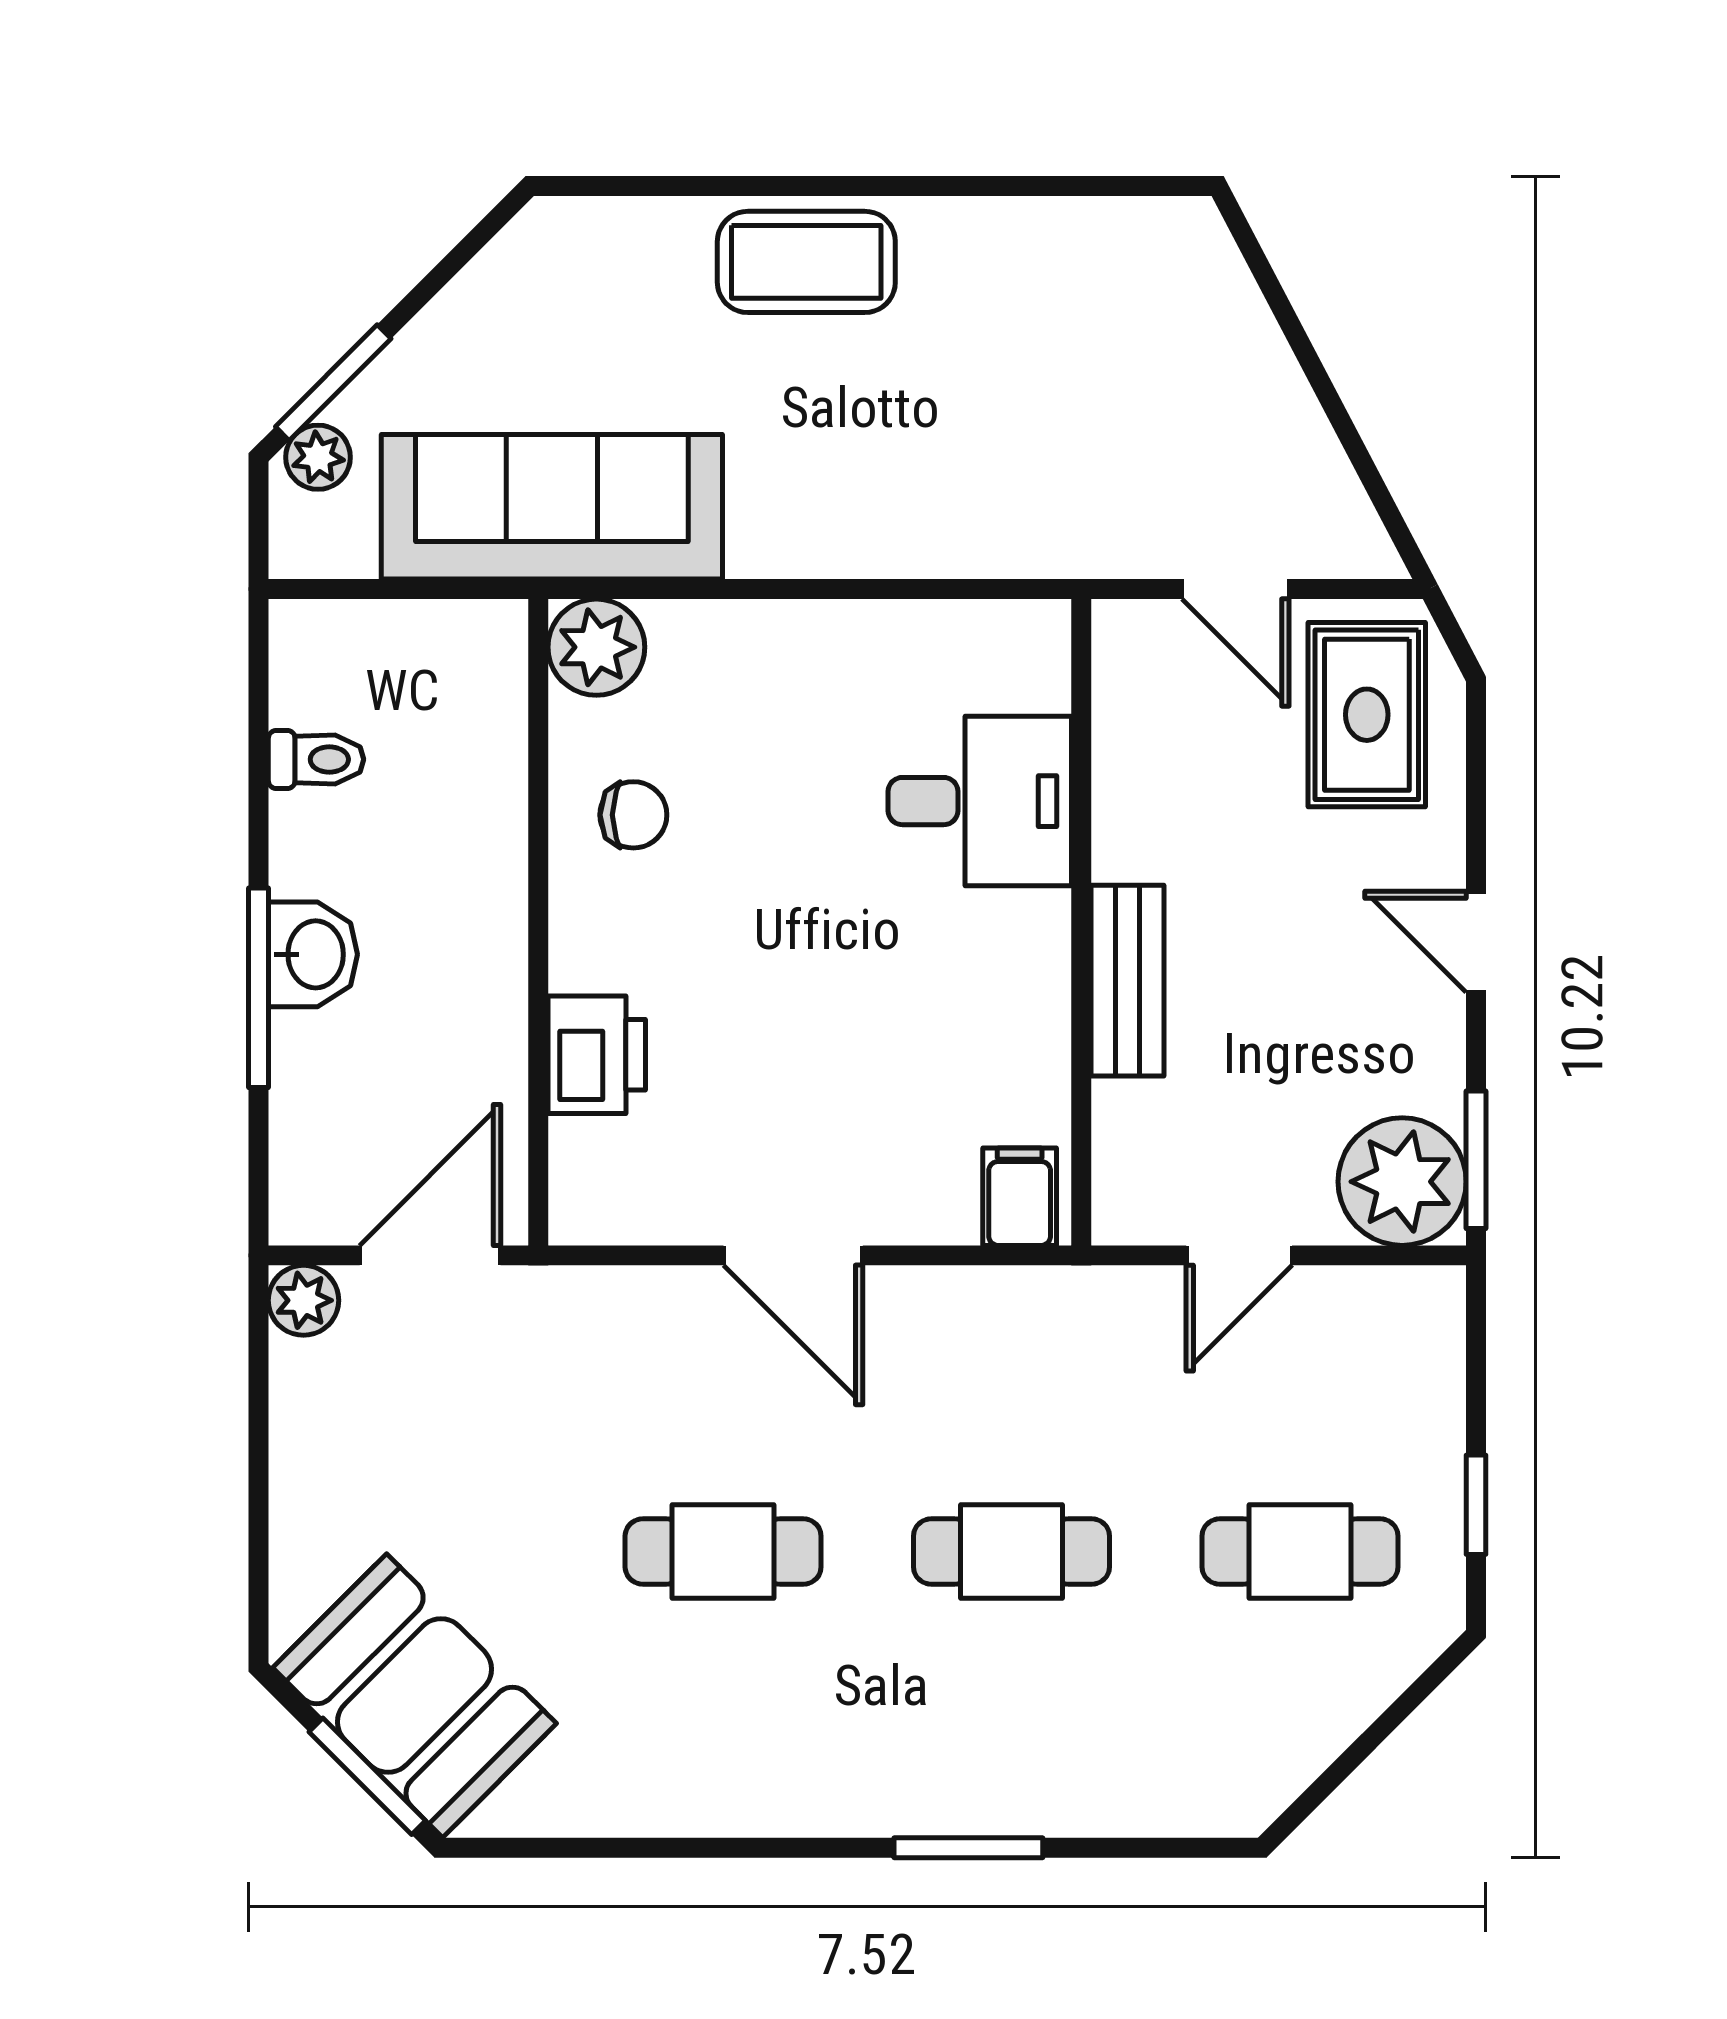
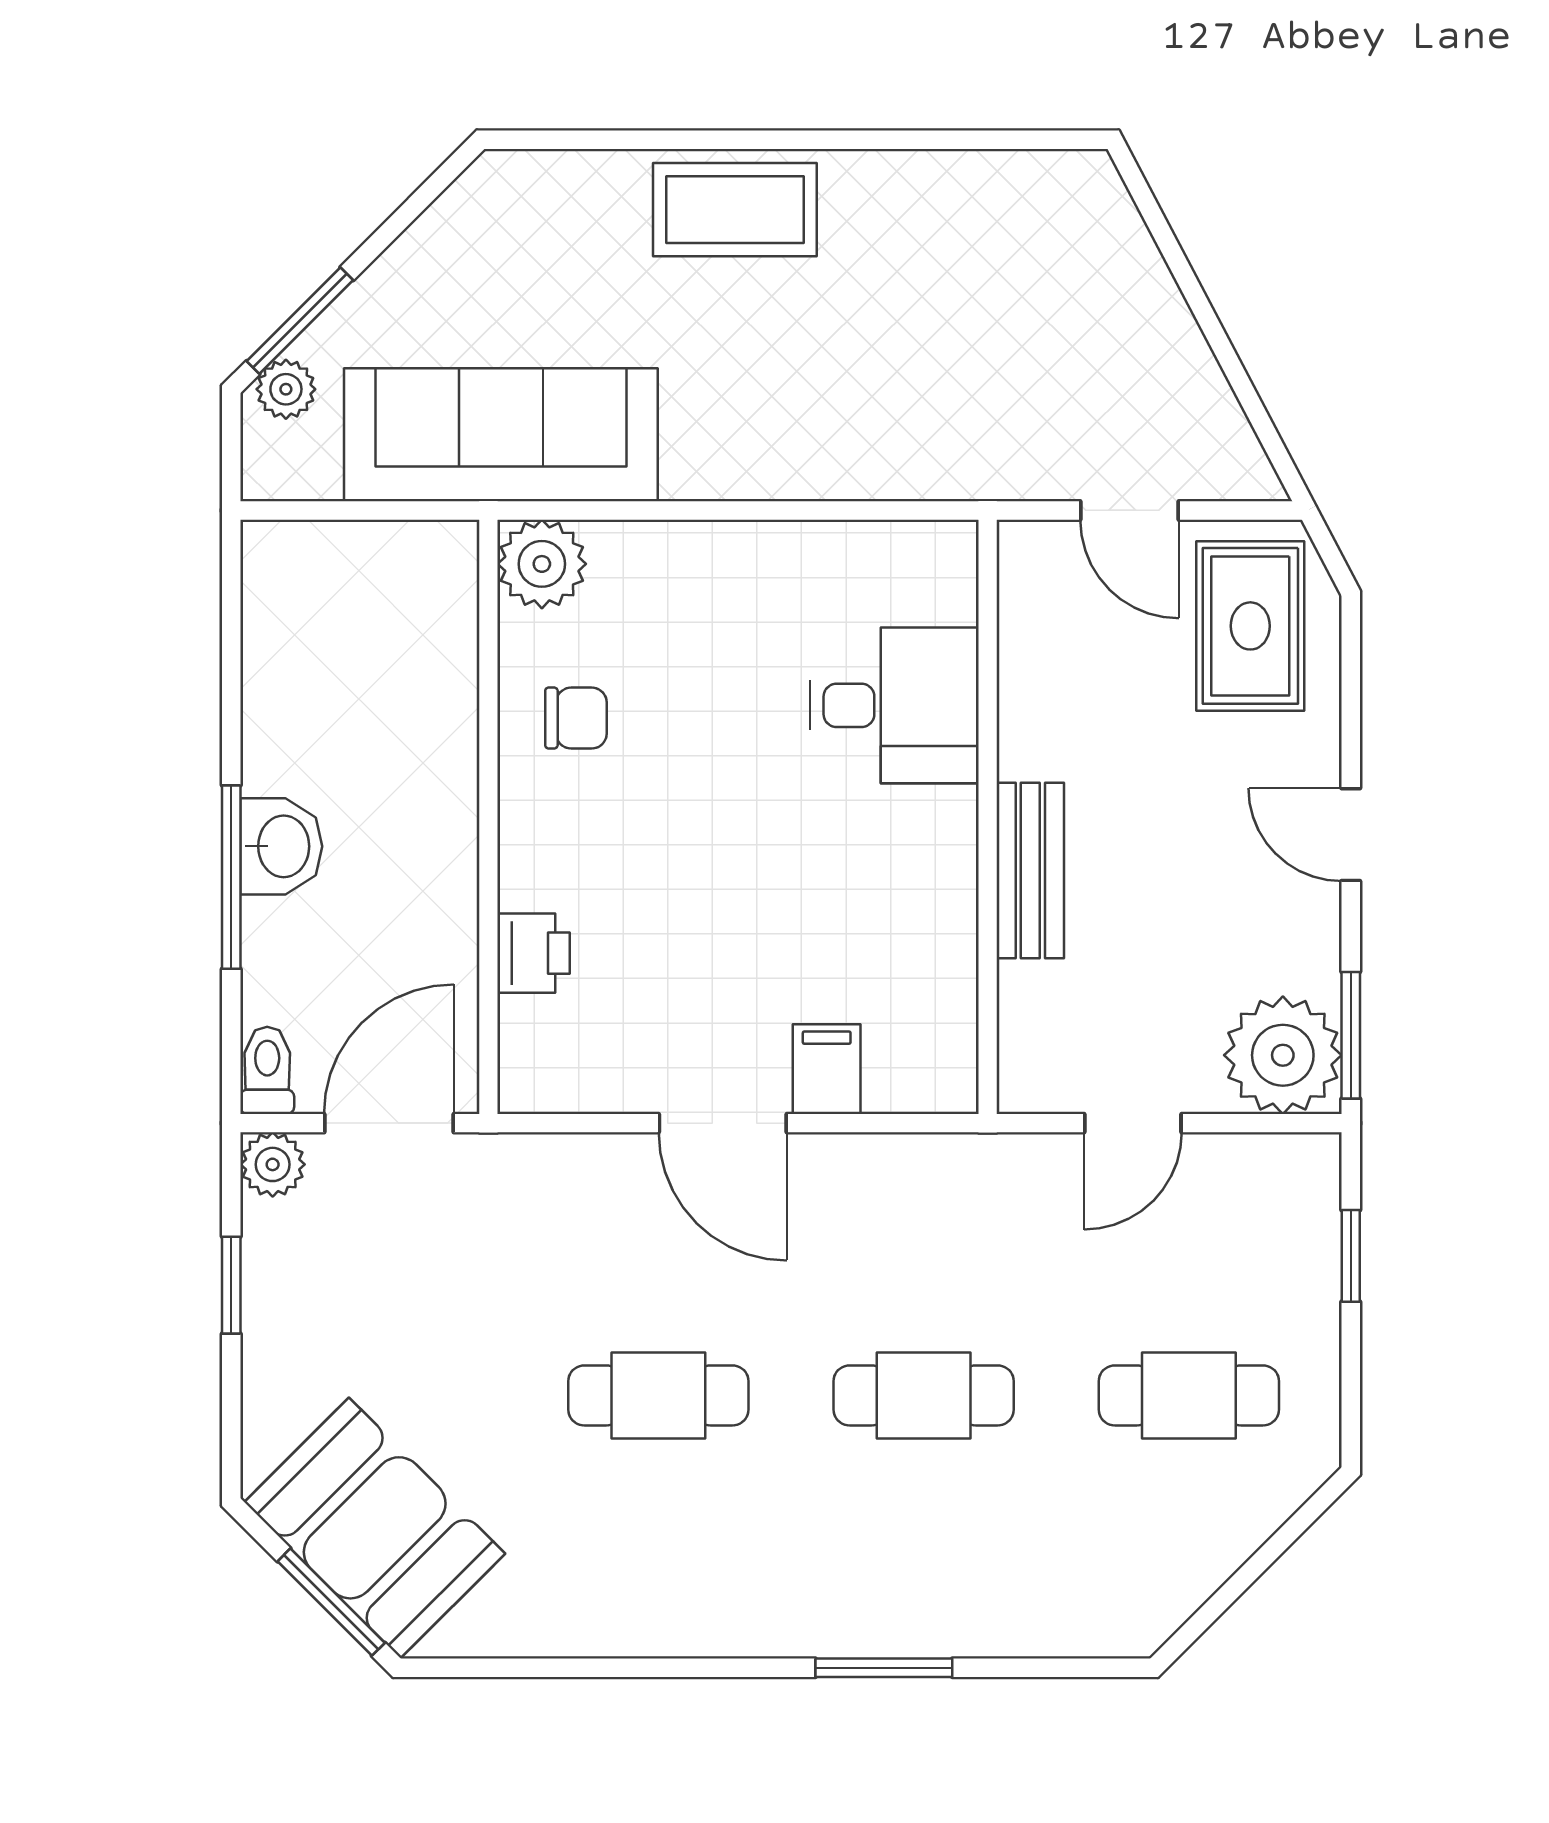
toilet: (316, 759) -> (267, 1070), moved, turned -90
printer: (597, 1055) -> (534, 953), width x0.73, depth x0.81
filing cabinet: (1020, 1197) -> (827, 1069), moved
window: (259, 1431) -> (231, 1285), added
window: (1476, 1505) -> (1351, 1256), moved

